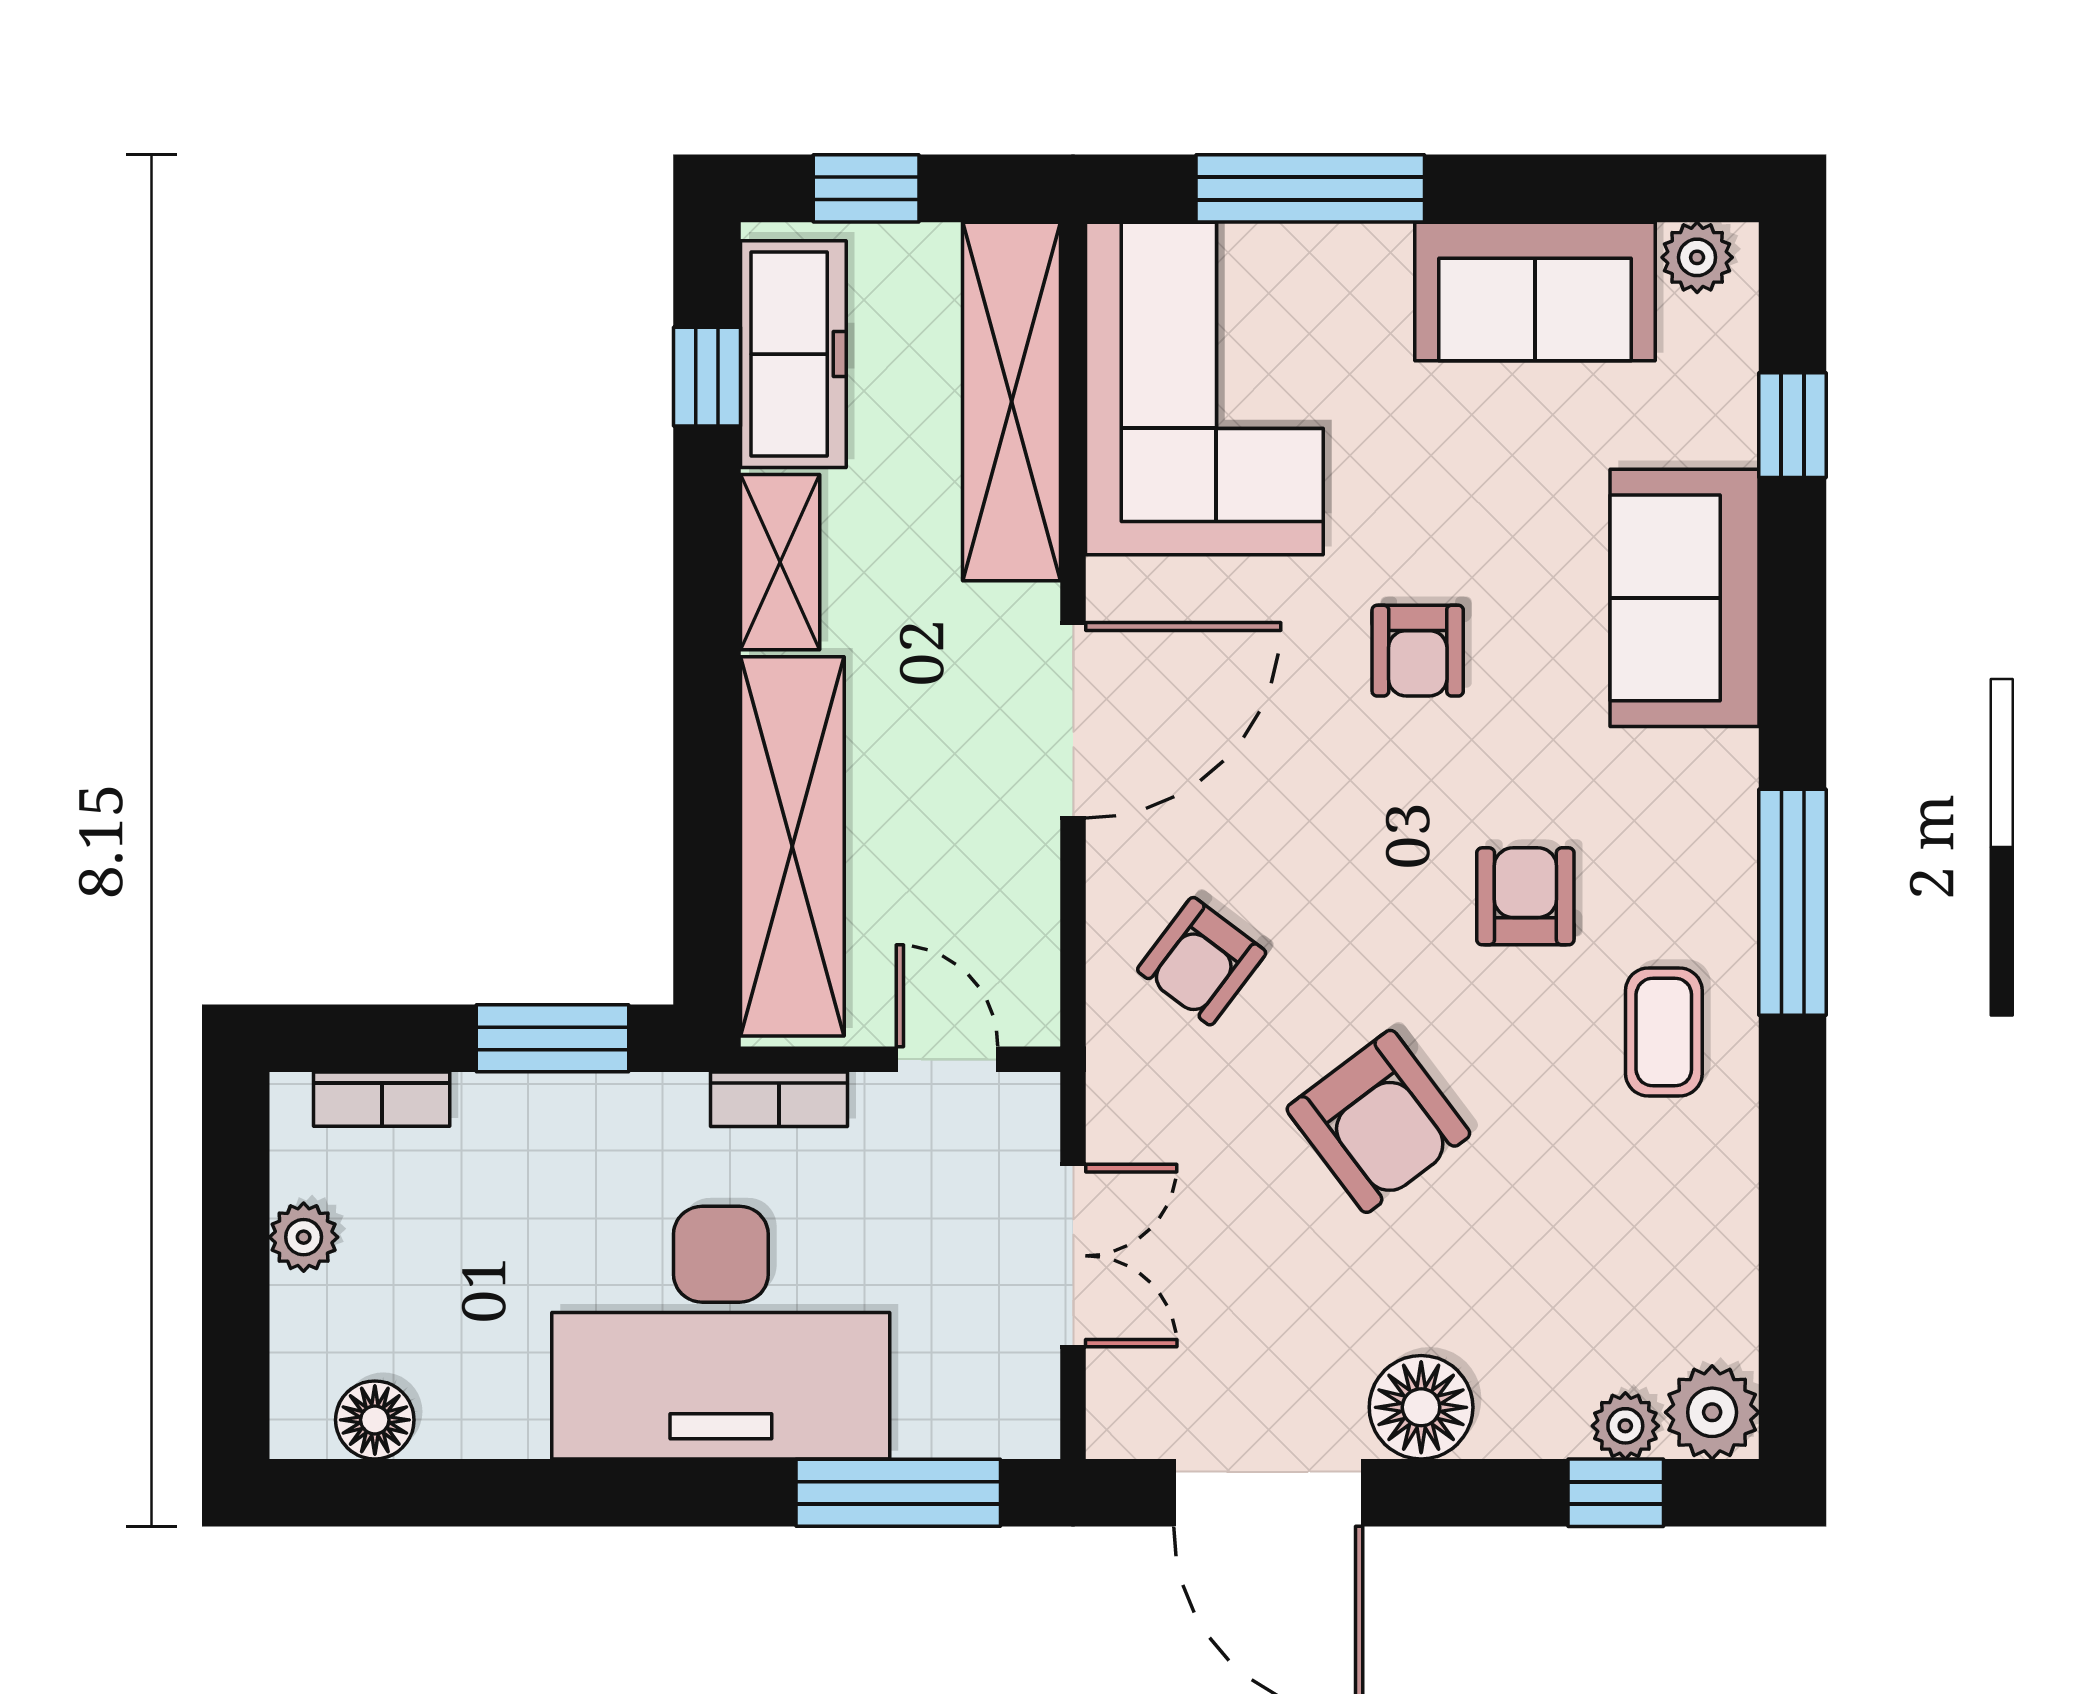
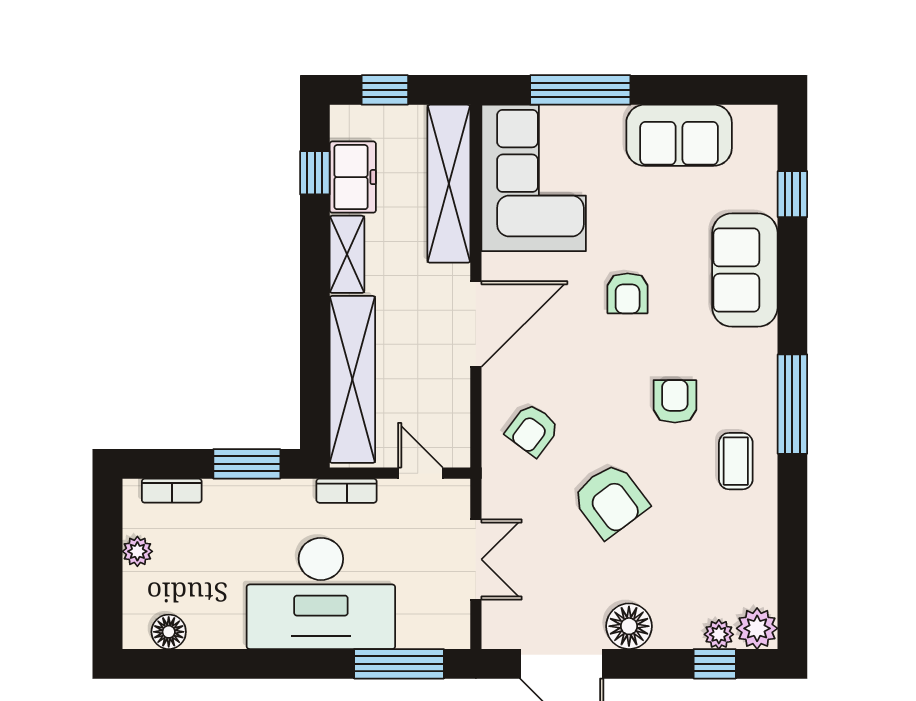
plant: (1697, 257) -> (750, 120), removed
freezer: (793, 354) -> (353, 177), width x0.71

